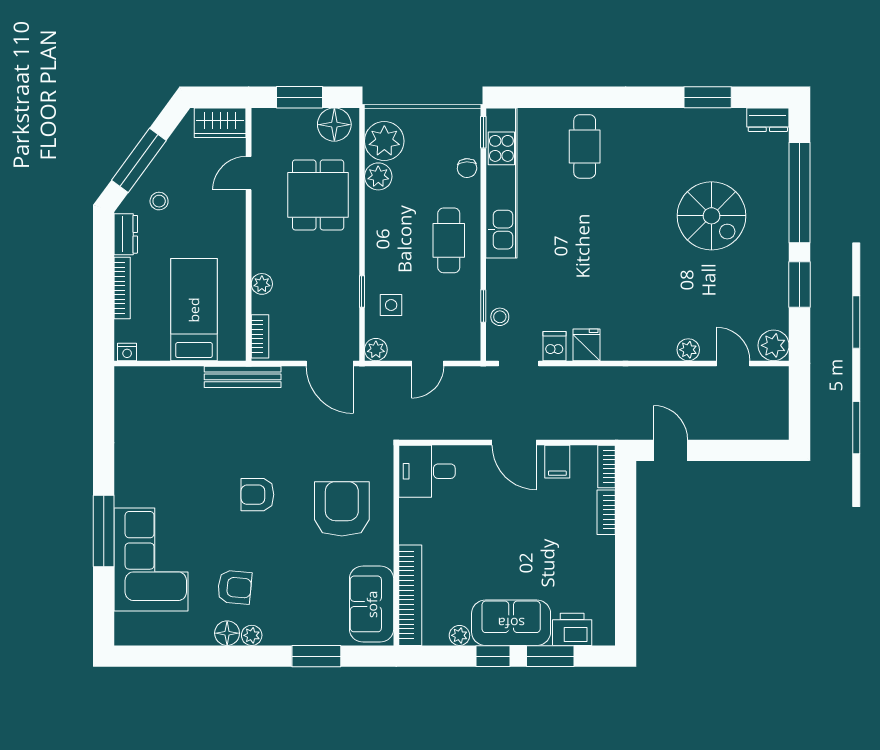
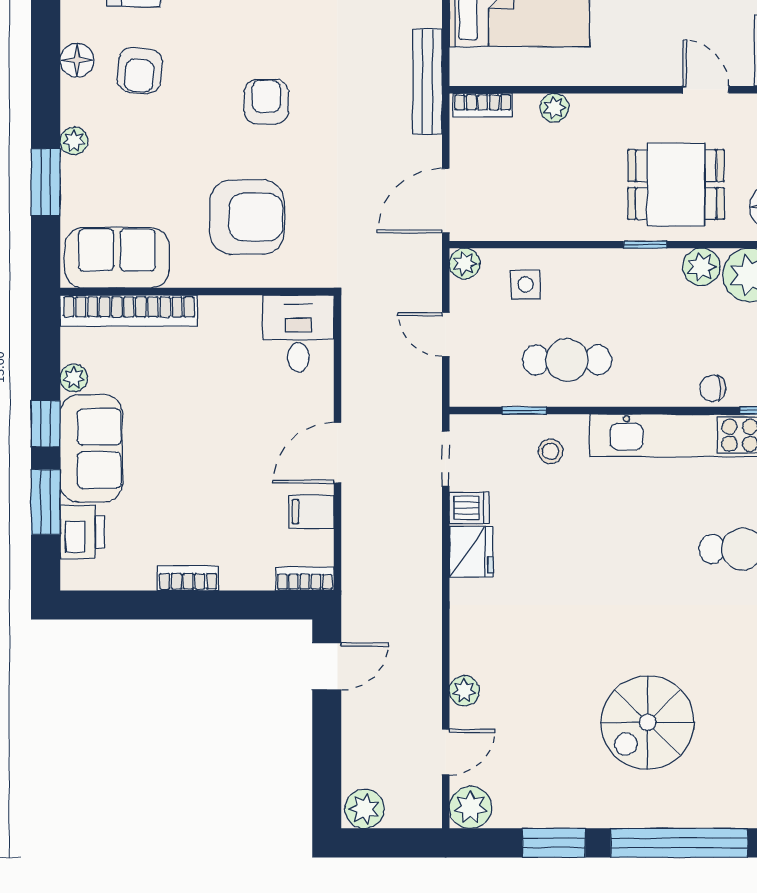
cafe table: (449, 240) -> (567, 360), moved
window: (362, 291) -> (645, 245), moved
stool: (500, 317) -> (550, 451), moved
fridge: (587, 345) -> (471, 552), width x1.38
plant: (775, 423) -> (364, 809), added
bookcase: (606, 512) -> (188, 578), moved
plant: (252, 635) -> (74, 141), moved

